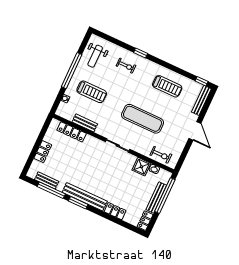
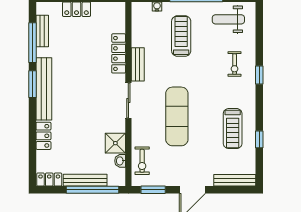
window: (202, 81) -> (259, 139), moved
treadmill: (92, 92) -> (181, 36), turned 180
bench: (85, 123) -> (138, 64), moved
locker: (72, 132) -> (119, 53), moved
window: (183, 156) -> (153, 190), added

